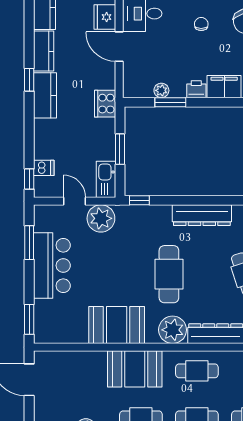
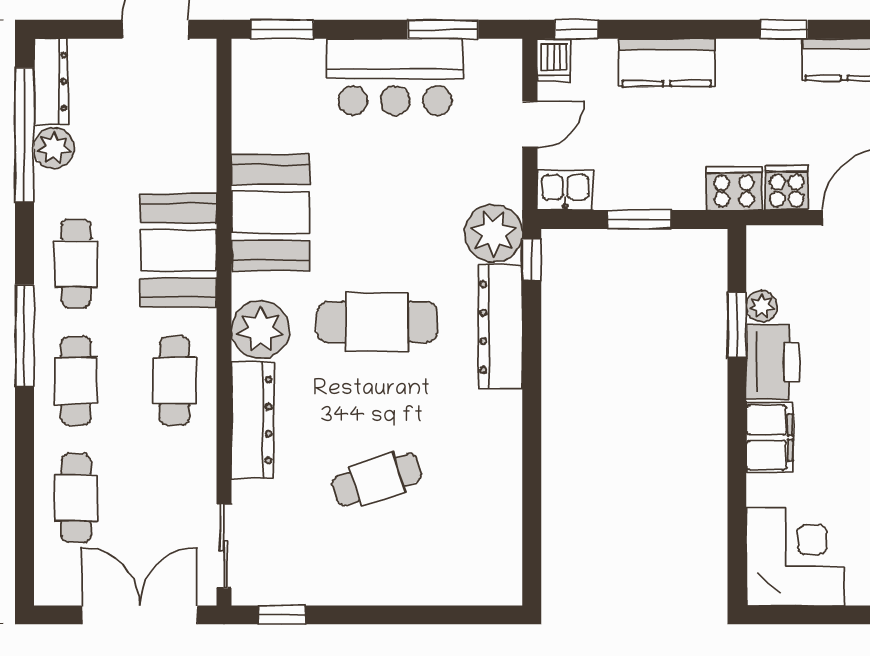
cooker: (105, 79) -> (786, 188), added
printer: (196, 89) -> (773, 362), width x1.87, depth x1.48
kitchen counter: (45, 95) -> (667, 63), moved
dishwasher: (44, 168) -> (554, 60), moved
kitchen sink: (106, 179) -> (565, 190), width x0.73
dresser: (202, 215) -> (500, 327), moved
plant: (101, 218) -> (494, 233), moved

